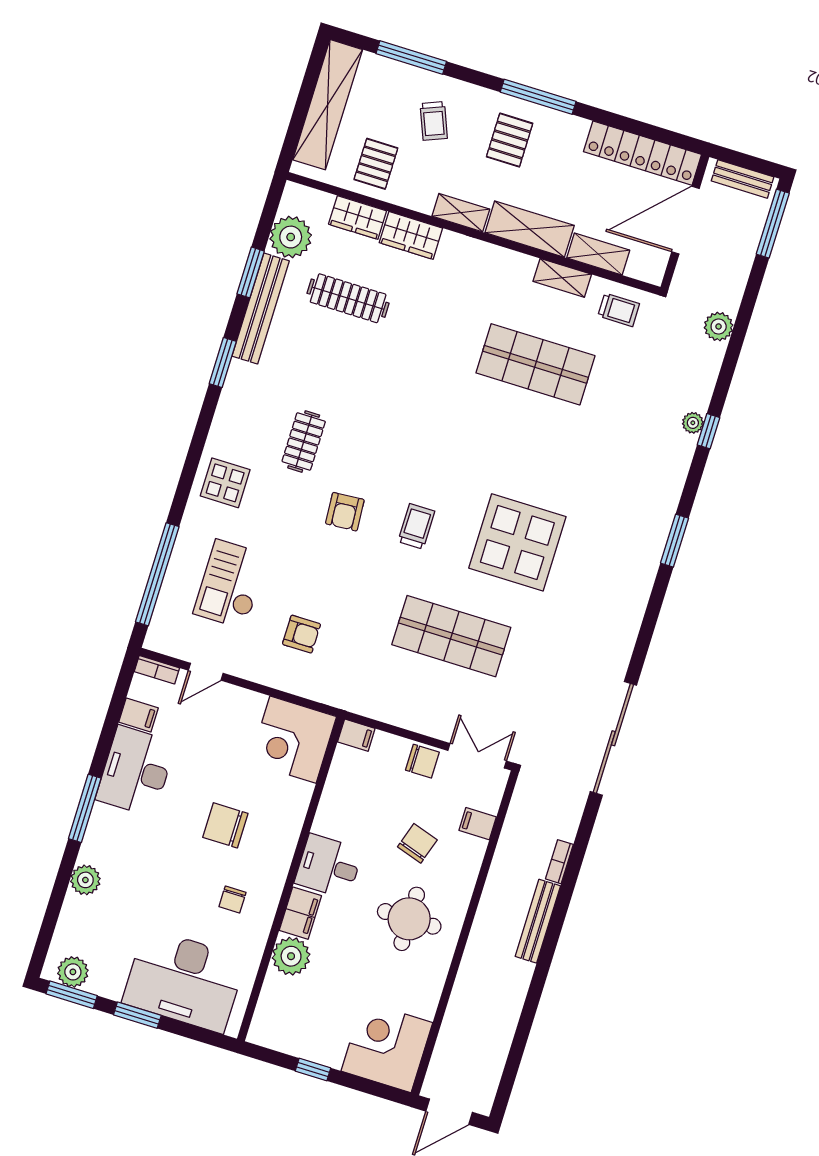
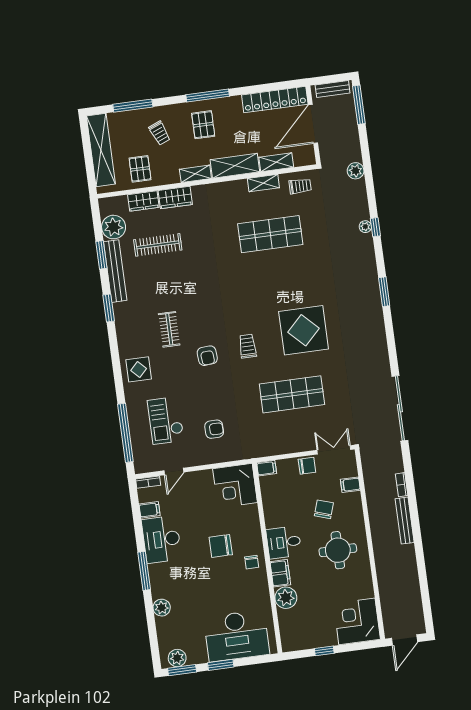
chair: (232, 900) -> (252, 562), moved

